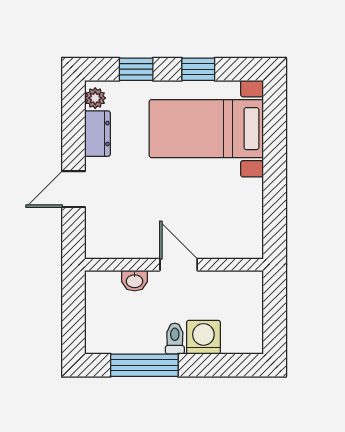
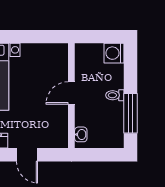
washbasin: (135, 281) -> (81, 134), moved
washing machine: (203, 337) -> (114, 53), moved

